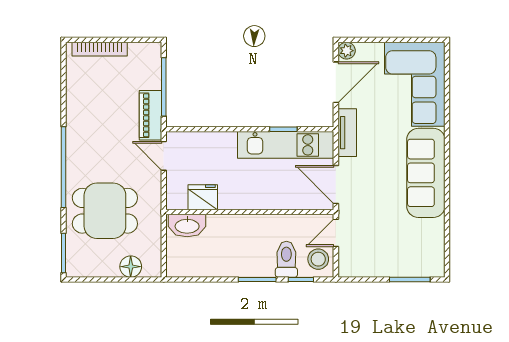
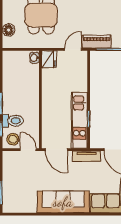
door: (336, 184) -> (56, 150), swing flipped
fridge: (203, 197) -> (49, 59), moved
washbasin: (187, 226) -> (34, 58), width x0.52, depth x0.69

